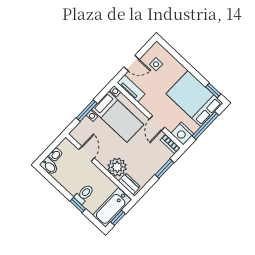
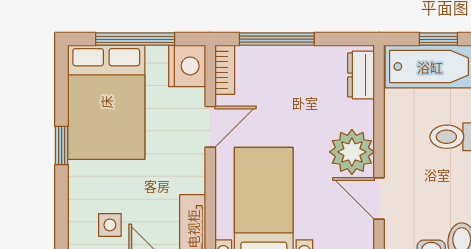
window: (213, 91) -> (62, 145), moved
door: (87, 154) -> (379, 199), hinge flipped
plant: (117, 167) -> (352, 152), moved
window: (165, 169) -> (277, 39), width x1.44

